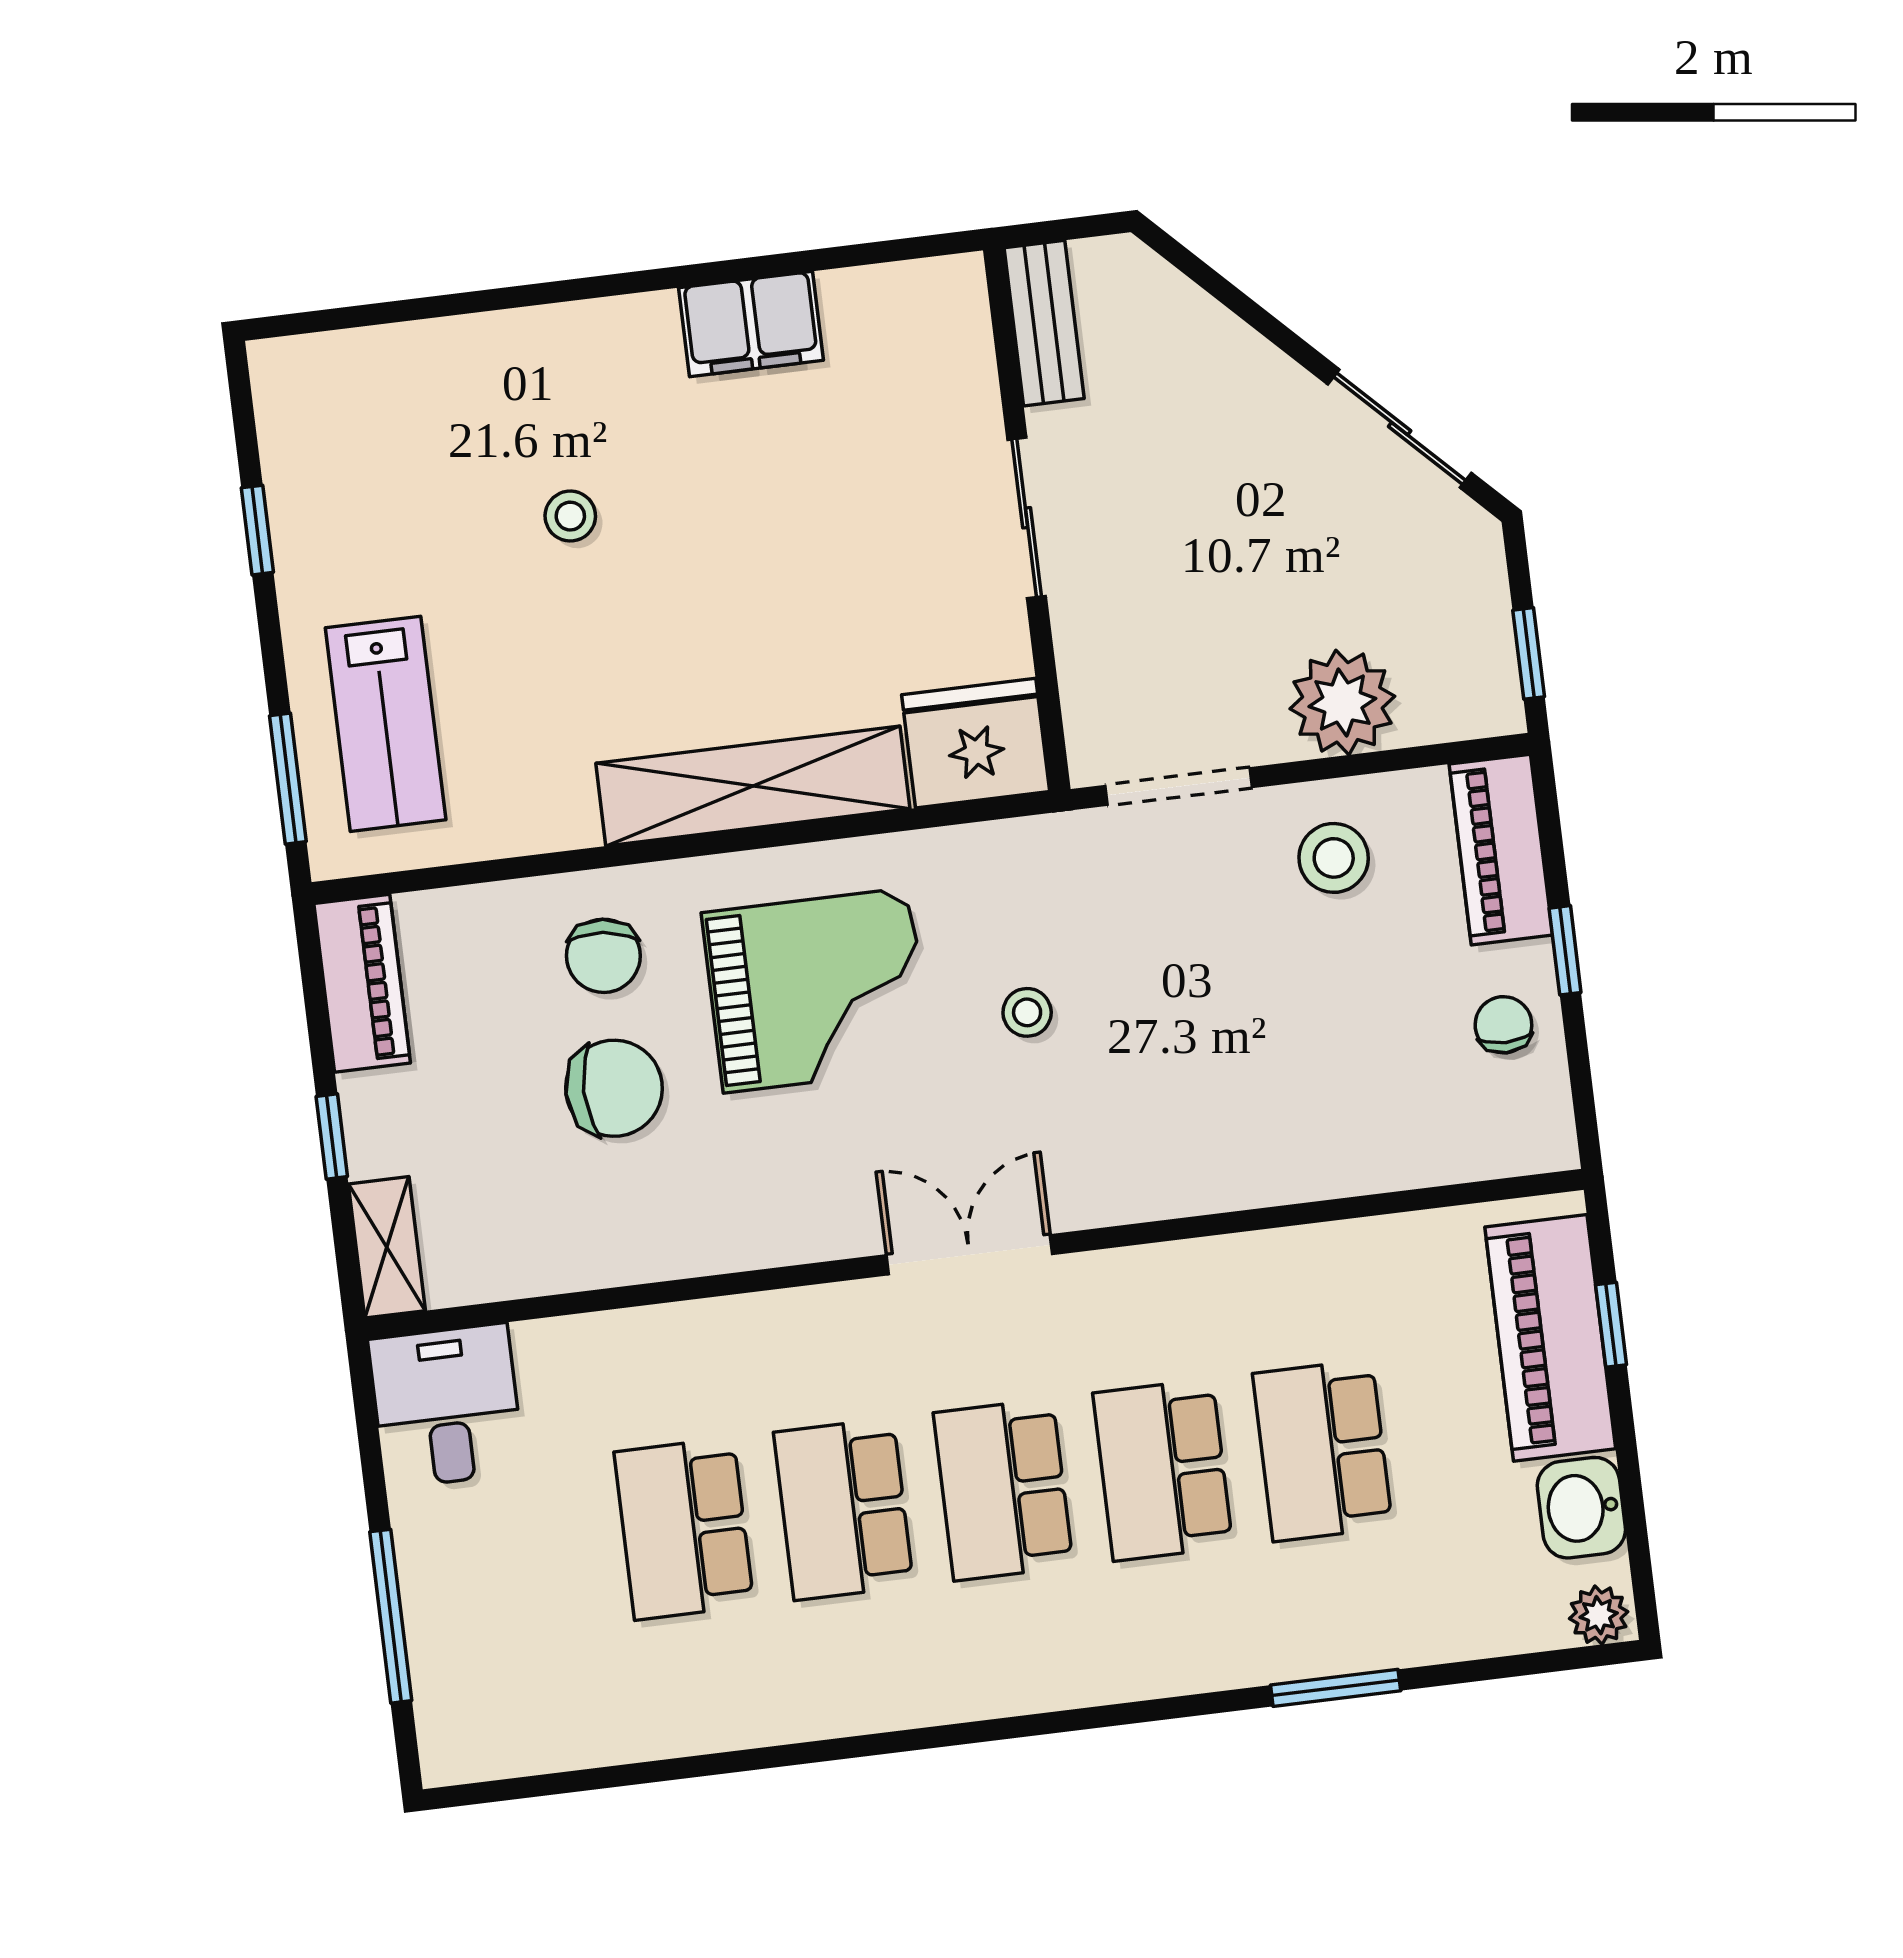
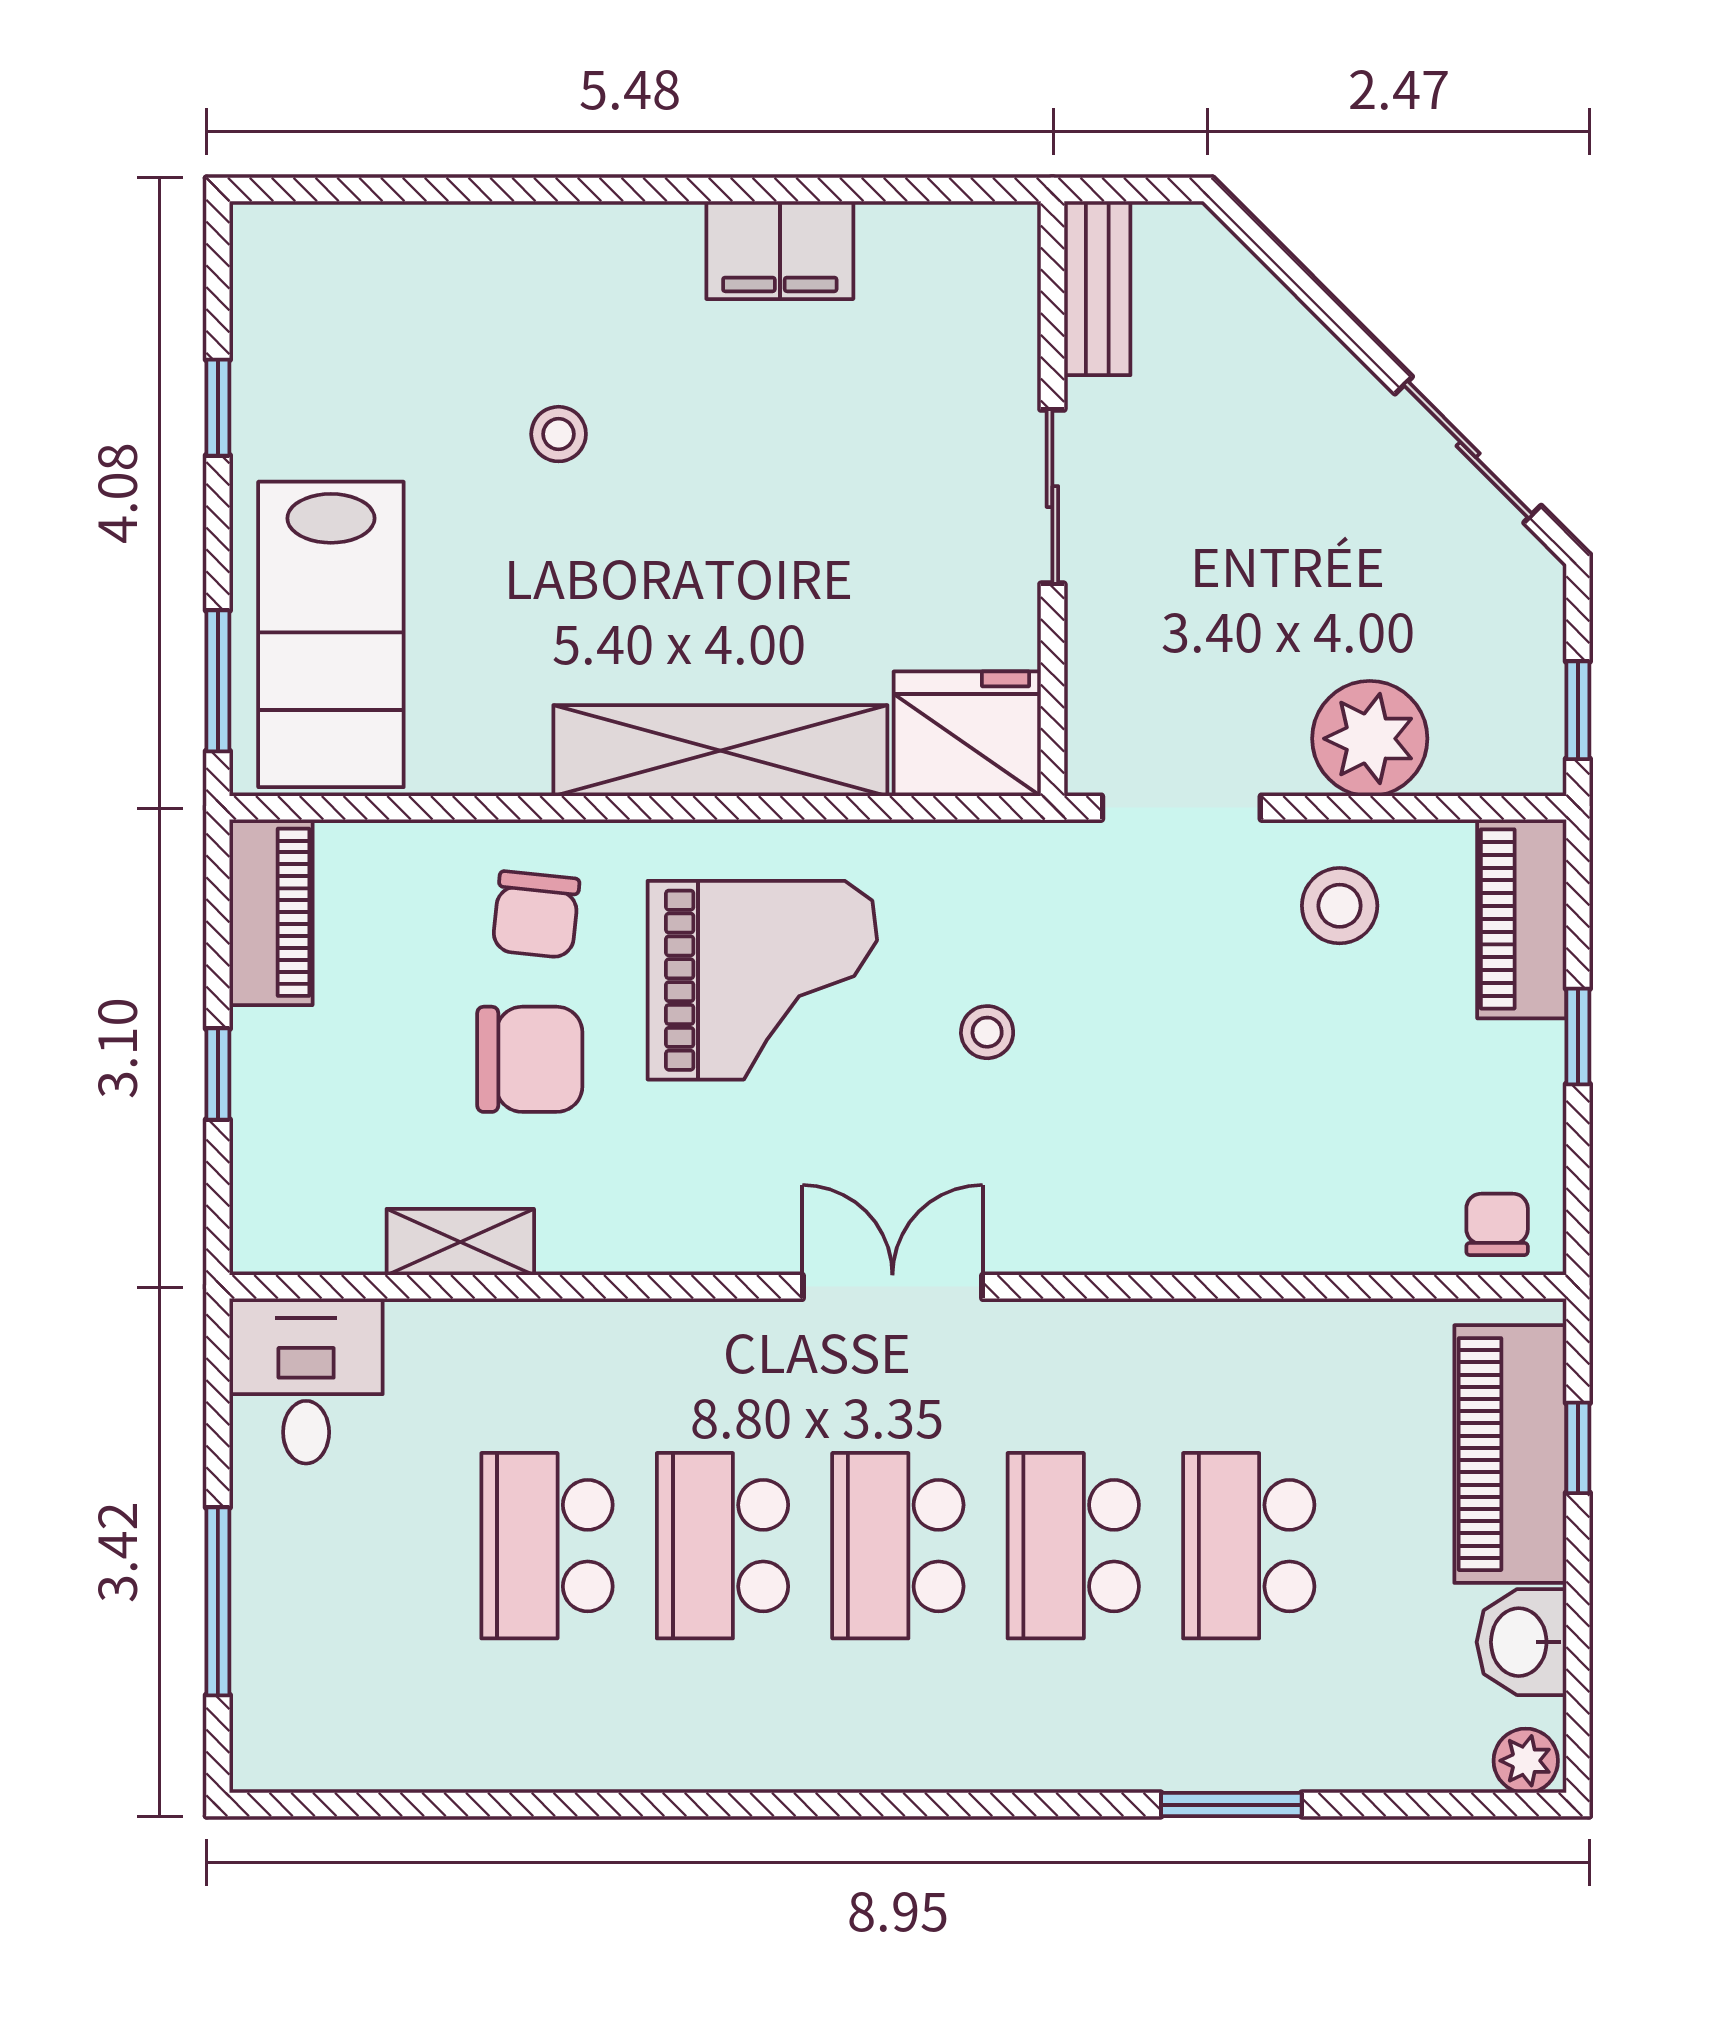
lab bench: (386, 724) -> (331, 634), width x1.36, depth x1.39
chair: (1503, 1025) -> (1497, 1224), moved
shelving: (387, 1247) -> (460, 1242), moved, turned 90

